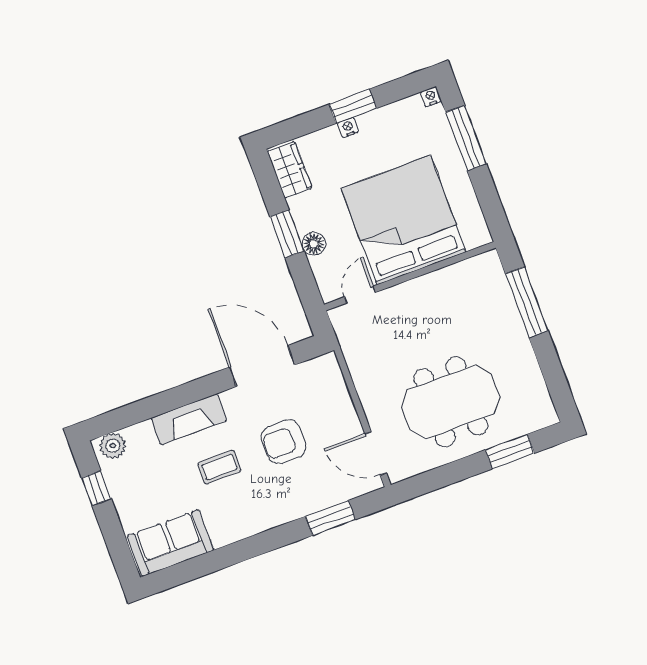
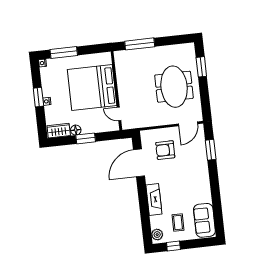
floor lamp: (314, 244) -> (76, 130), moved
armchair: (284, 442) -> (165, 150), moved, turned 90
coffee table: (219, 467) -> (178, 223), moved

